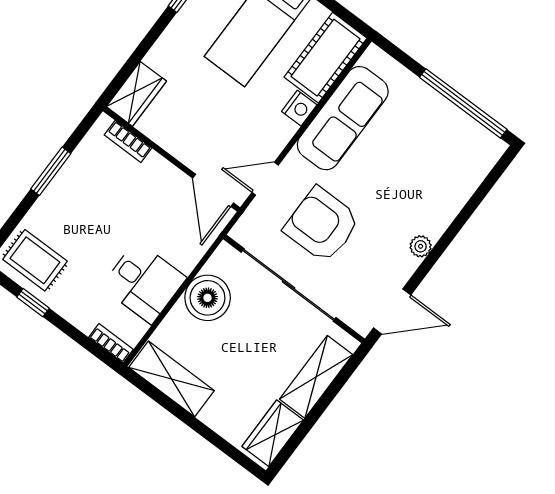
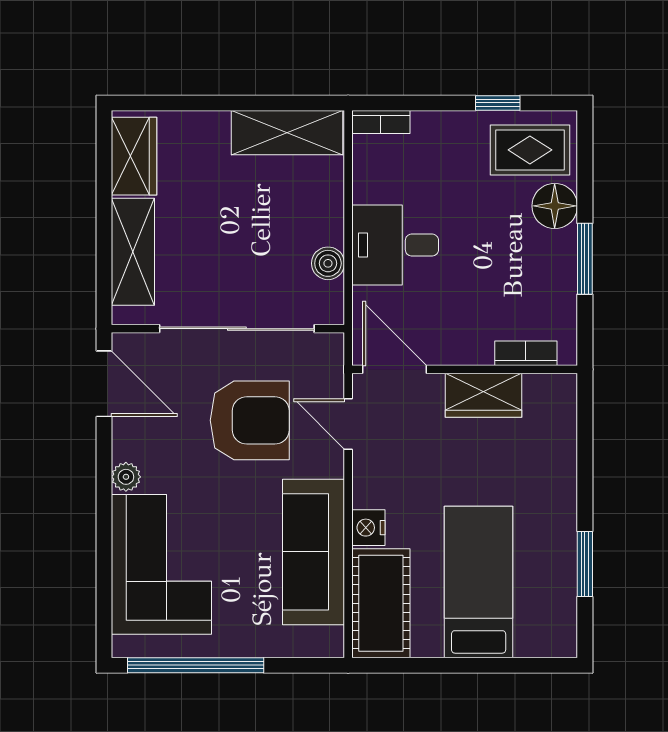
wardrobe: (136, 94) -> (484, 395), moved, turned -90
door: (265, 179) -> (348, 424), swing flipped
corner sofa: (439, 179) -> (161, 564), added
floor lamp: (45, 216) -> (555, 206), added
desk: (144, 282) -> (395, 245), moved
boiler: (208, 298) -> (328, 263), width x0.54, depth x0.54
door: (392, 311) -> (104, 384), swing flipped

